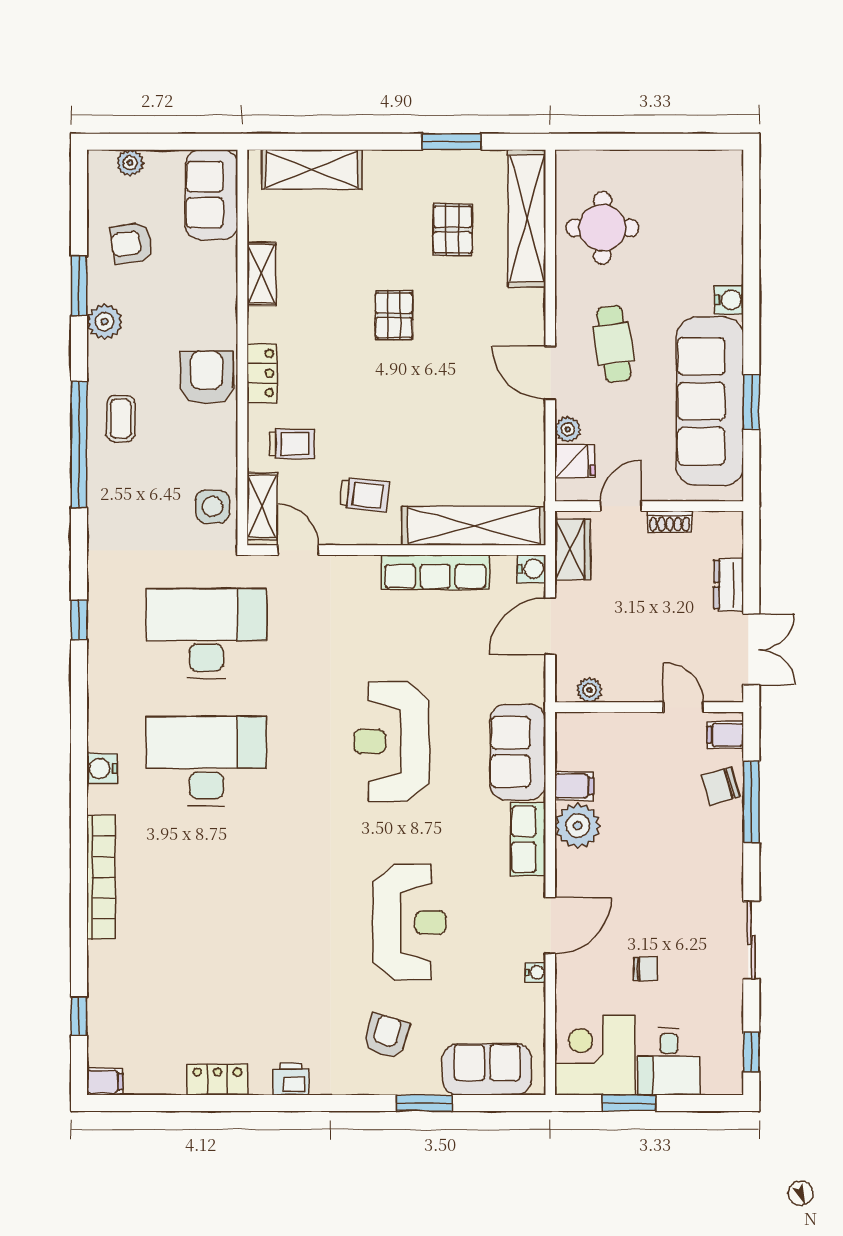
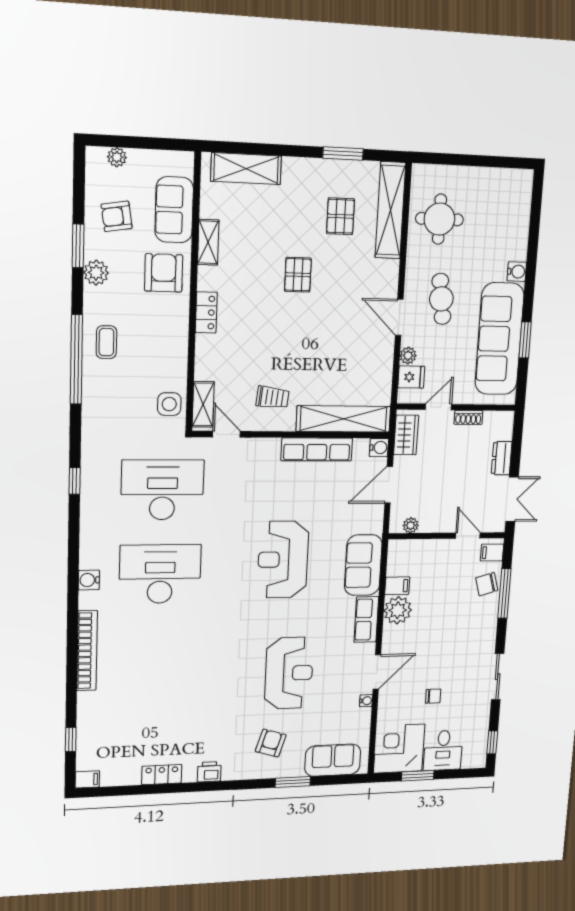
sofa: (212, 195) -> (174, 210), moved
armchair: (206, 378) -> (164, 273), moved
trolley: (292, 444) -> (225, 362), removed

